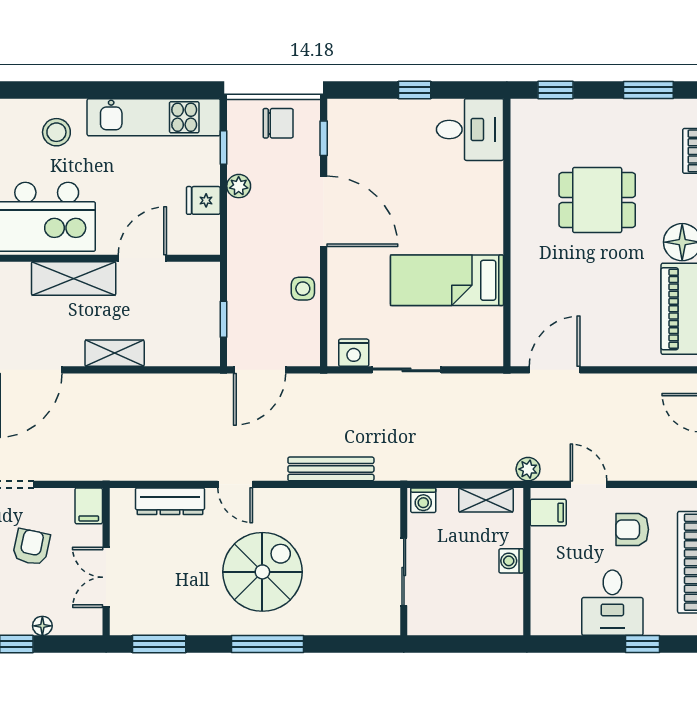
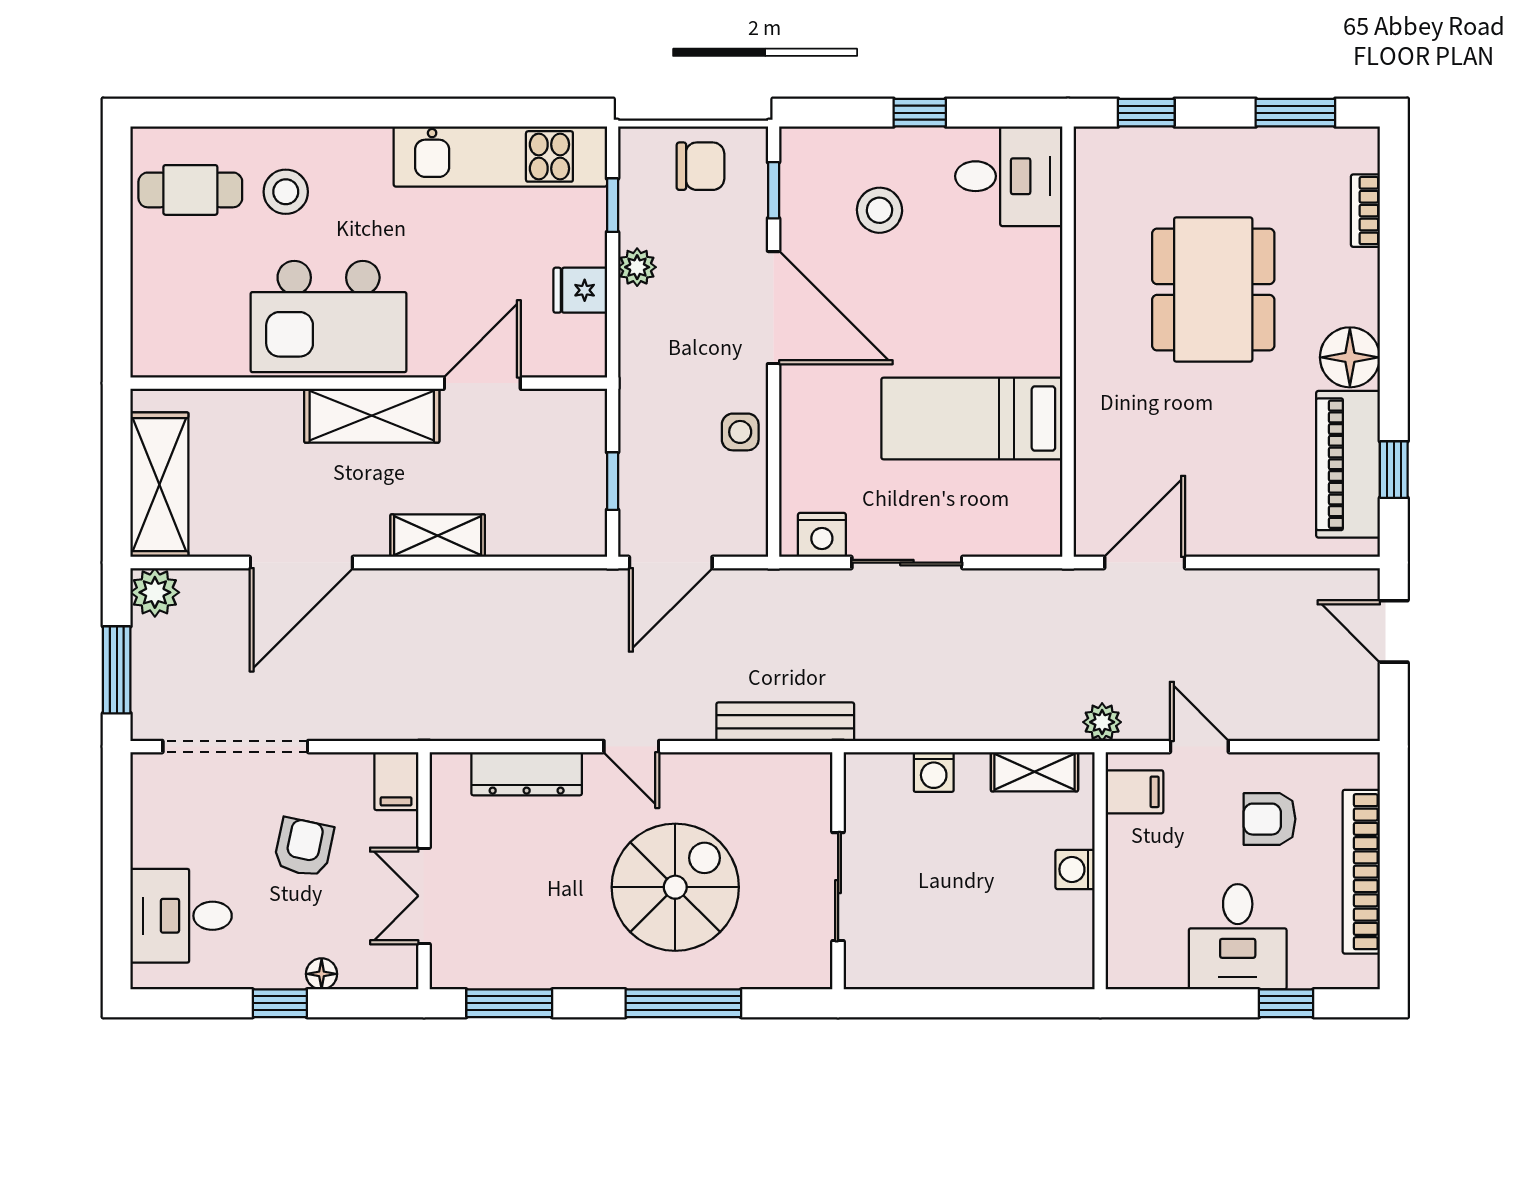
stool: (56, 132) -> (286, 192), moved
stool: (390, 151) -> (879, 210), added
dining table: (597, 200) -> (1213, 290), width x1.38
wall: (404, 562) -> (838, 871), moved
sliding door: (404, 572) -> (838, 887), moved

